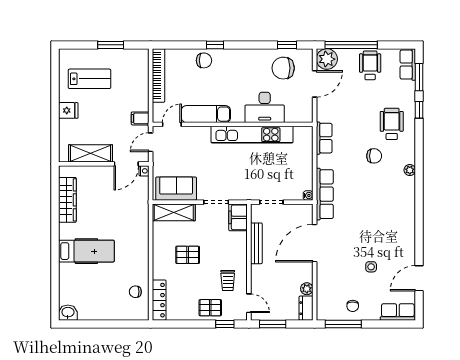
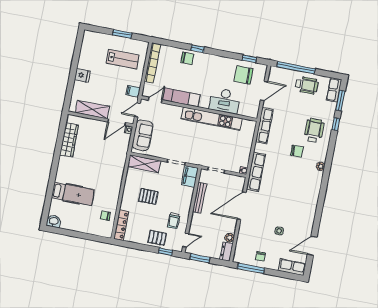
plant: (327, 59) -> (276, 75), removed
wheelchair: (370, 65) -> (307, 85), turned 90
lab bench: (89, 79) -> (123, 59), moved
row of seats: (324, 138) -> (264, 126), width x1.48
sofa: (176, 189) -> (143, 135), moved, turned 90
hospital bed: (86, 251) -> (73, 194), moved
door: (249, 303) -> (186, 240), hinge flipped

